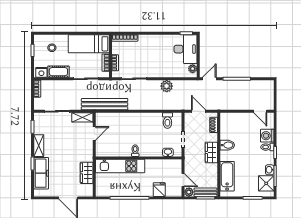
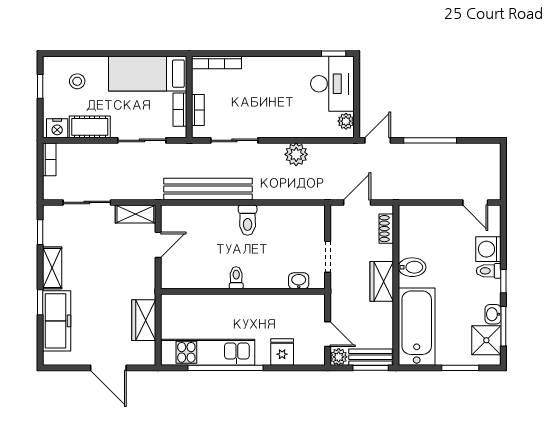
bench: (105, 104) -> (208, 189), moved
door: (198, 111) -> (357, 202), hinge flipped
toilet: (167, 121) -> (248, 220), moved
kitchen unit: (120, 166) -> (208, 352), moved, turned 180
bathtub: (227, 176) -> (417, 327), width x1.36, depth x1.36

